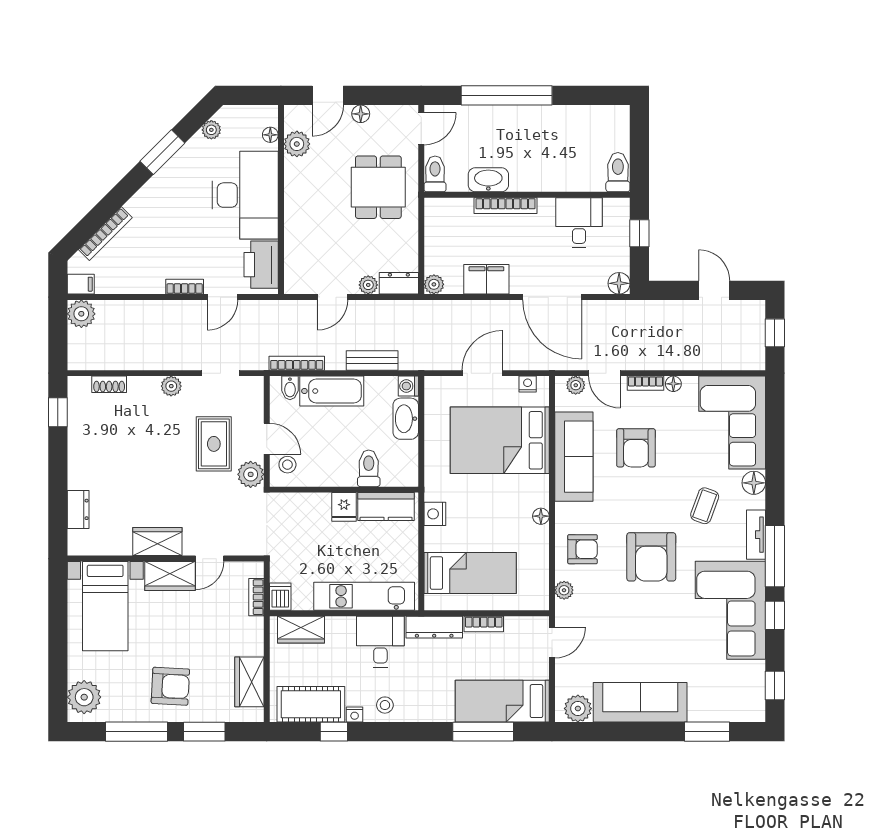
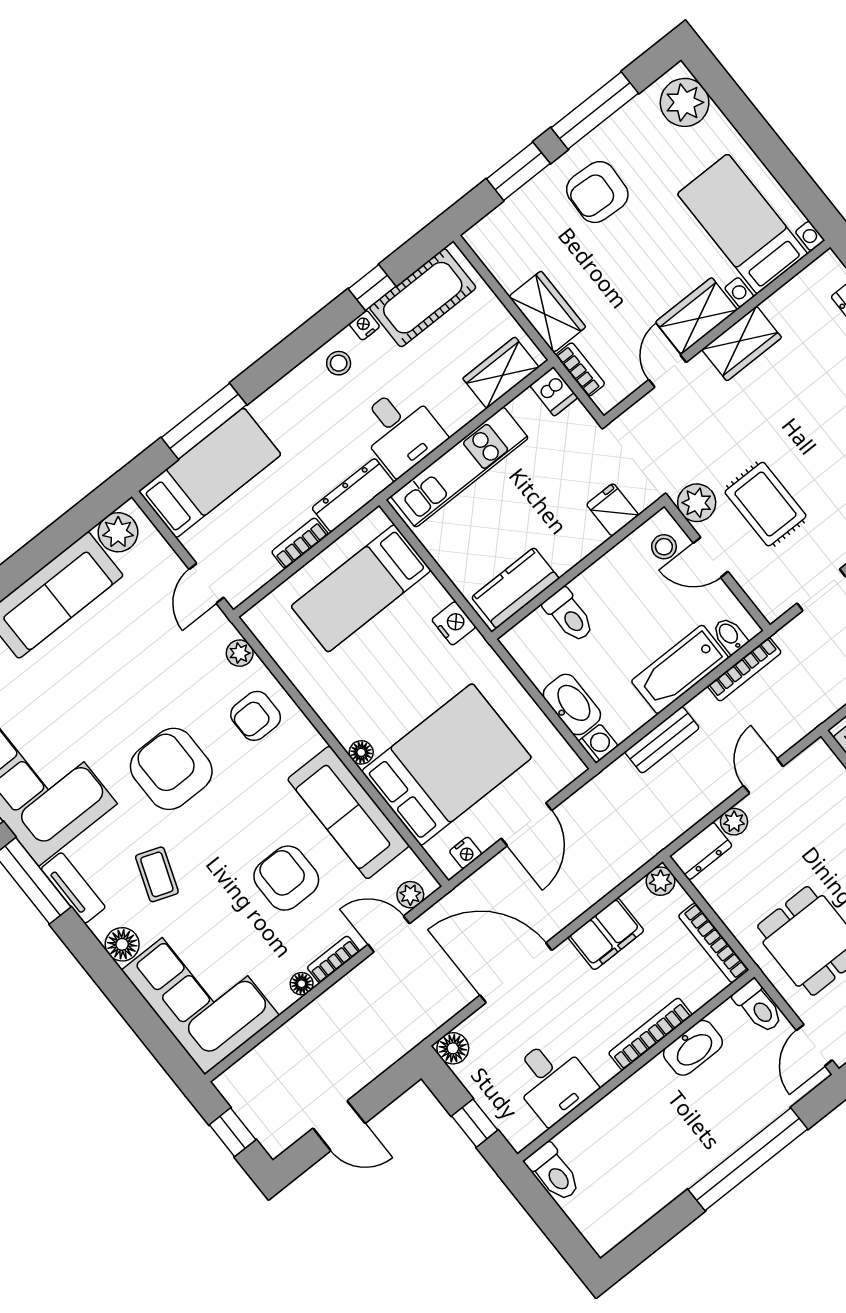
bookcase: (432, 228) -> (714, 943), added
fridge: (344, 507) -> (613, 510), moved
floor lamp: (541, 516) -> (361, 752), moved
wardrobe: (249, 682) -> (547, 312), moved

